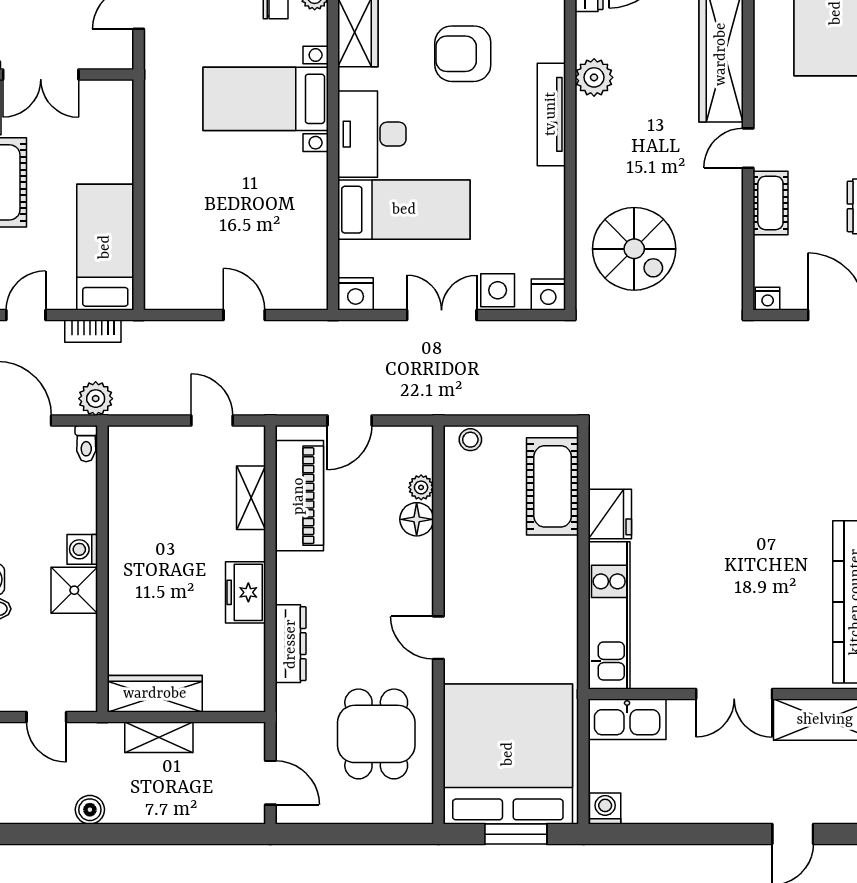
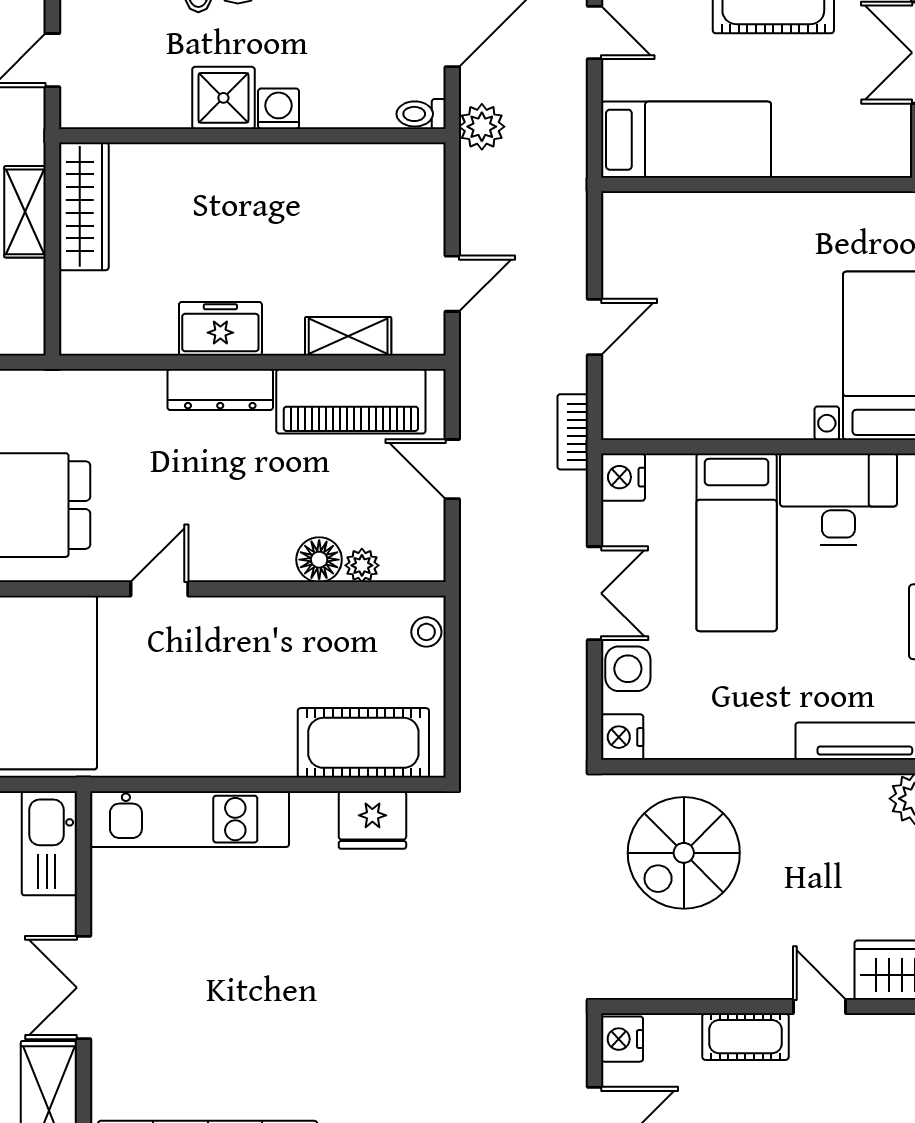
nightstand: (768, 299) -> (622, 1039), width x1.39, depth x1.35
bookcase: (93, 331) -> (573, 432), moved
fridge: (610, 514) -> (372, 820), moved
dresser: (291, 644) -> (220, 390), moved

